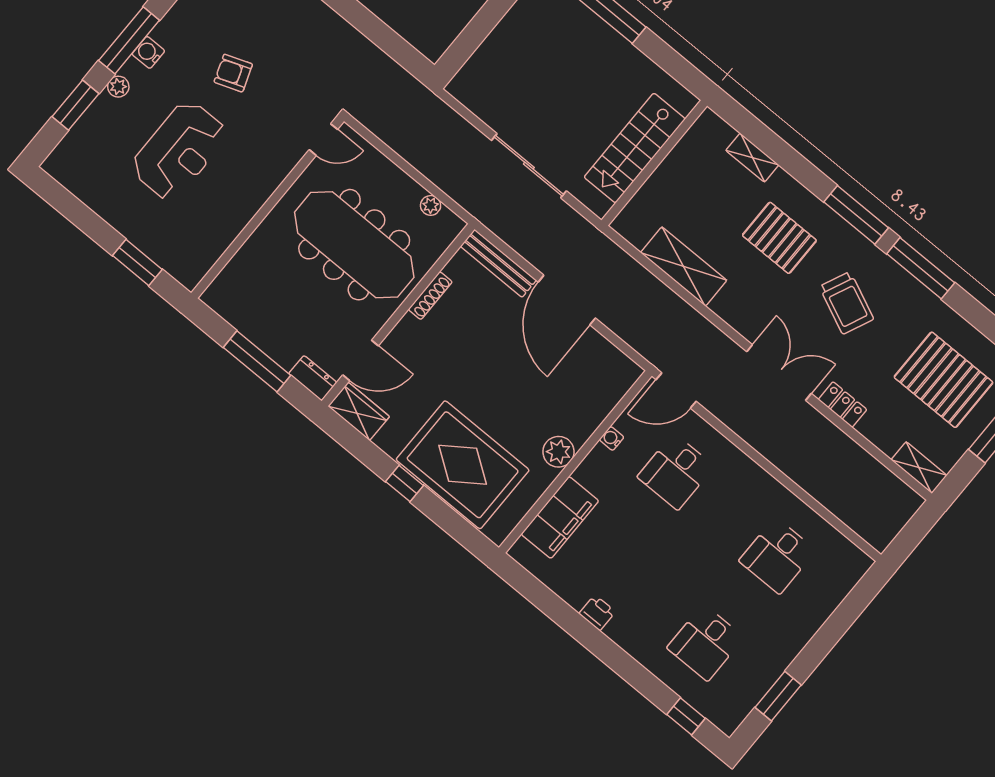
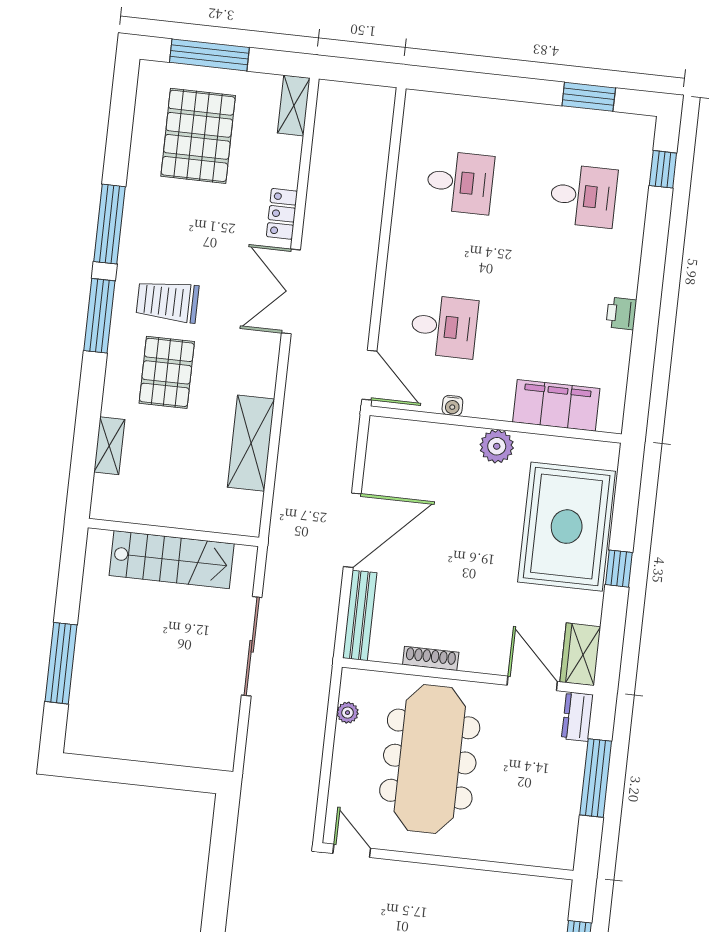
trolley: (846, 303) -> (168, 301), moved, turned -114

